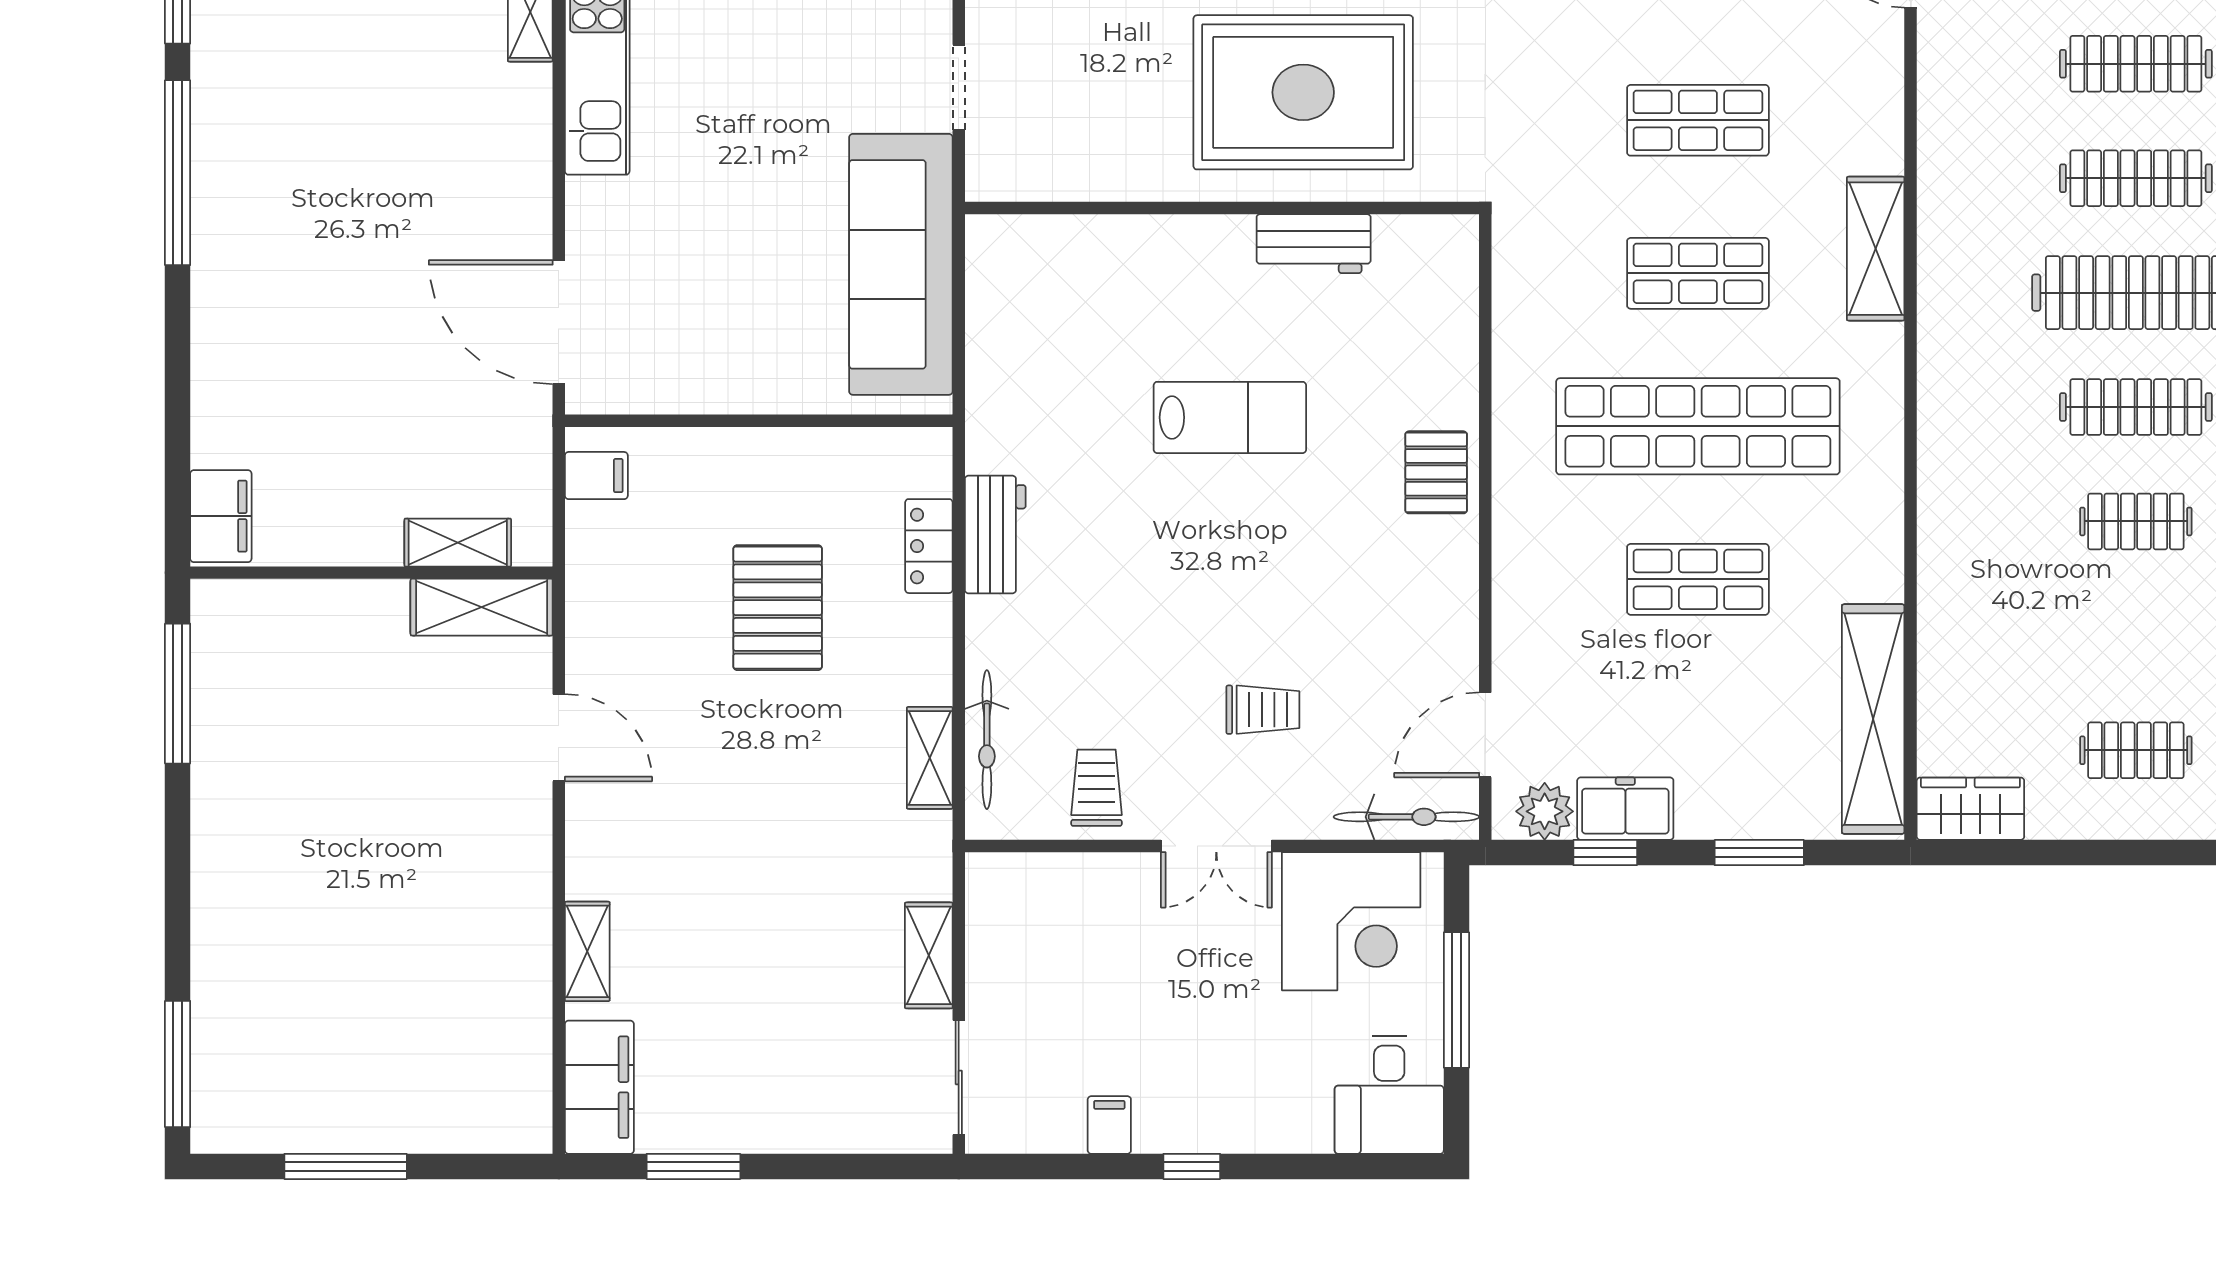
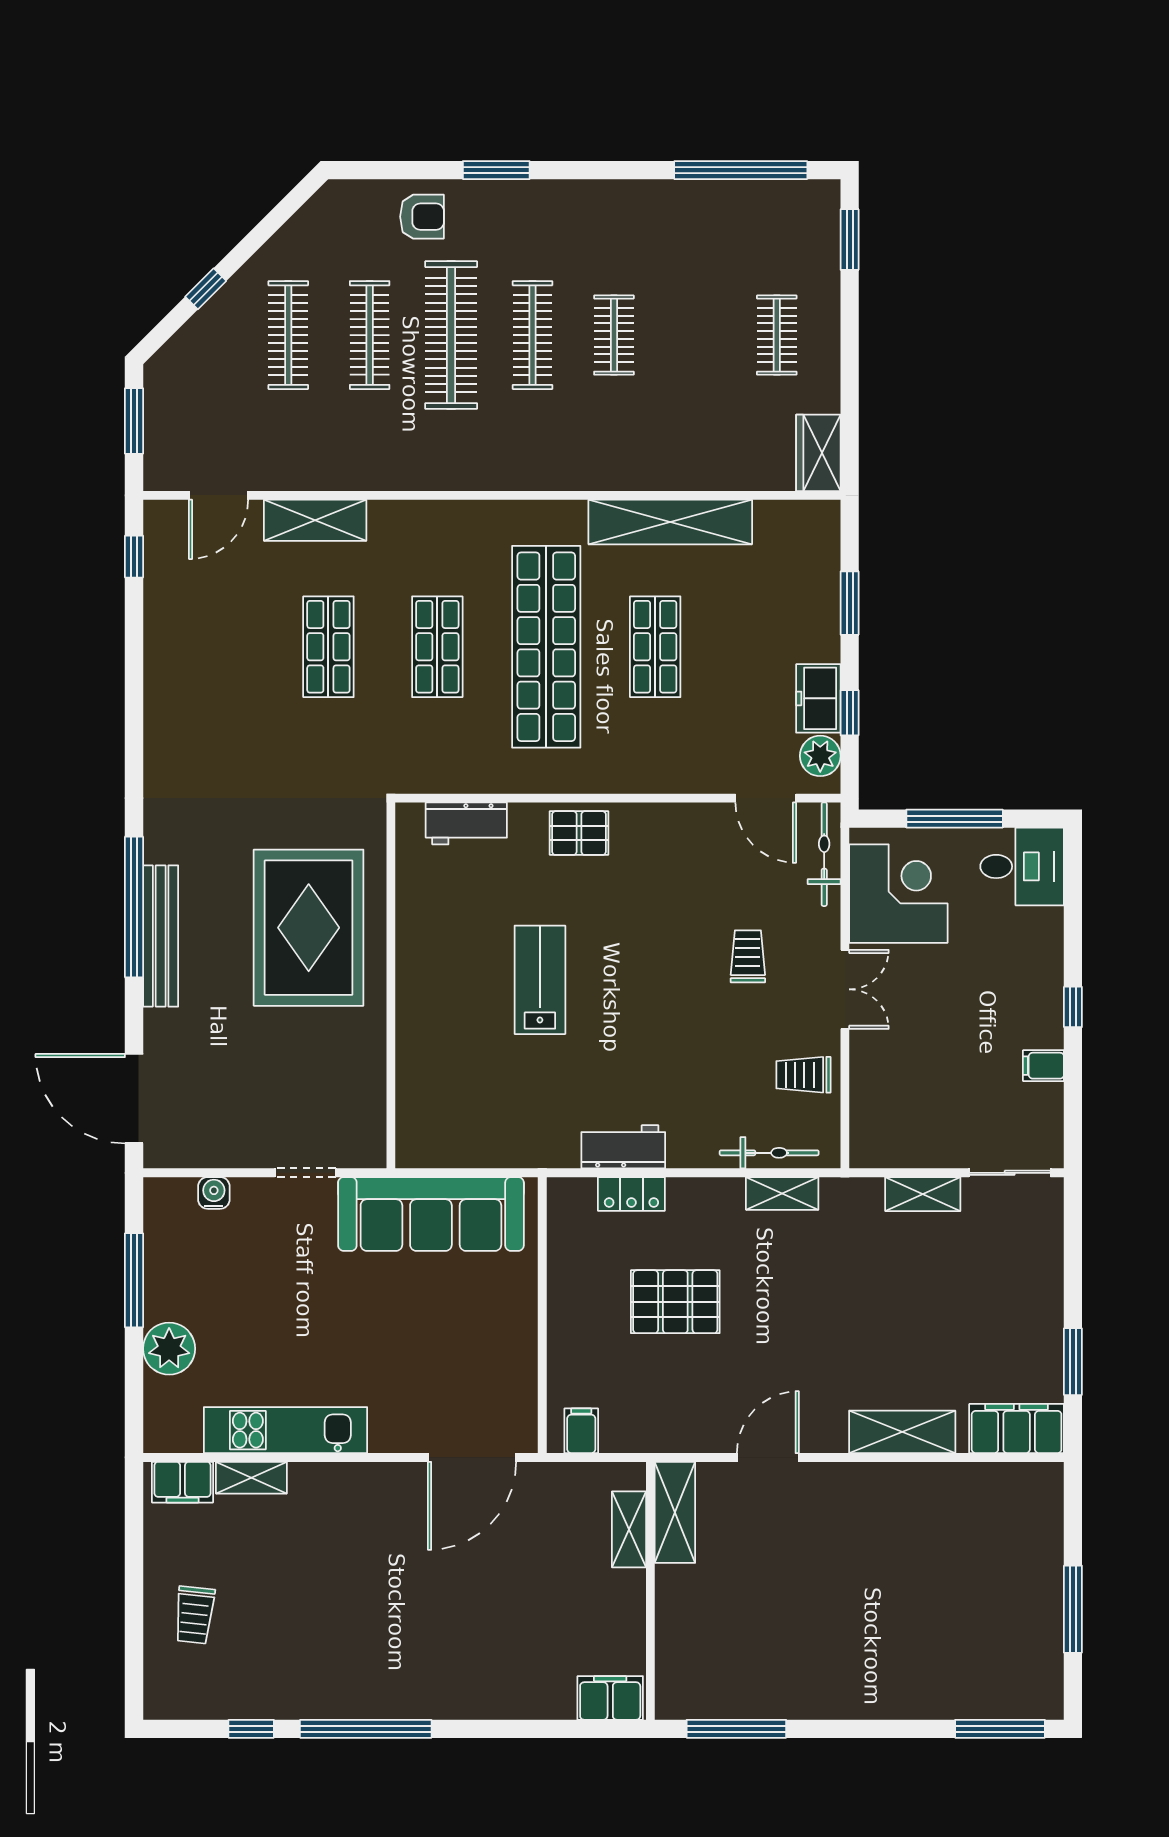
workbench: (1314, 244) -> (466, 823), moved, turned 90
shelving: (1876, 249) -> (315, 520), moved
shelving: (1873, 719) -> (670, 522), moved
shelving: (587, 951) -> (902, 1432), width x1.50, depth x1.33

